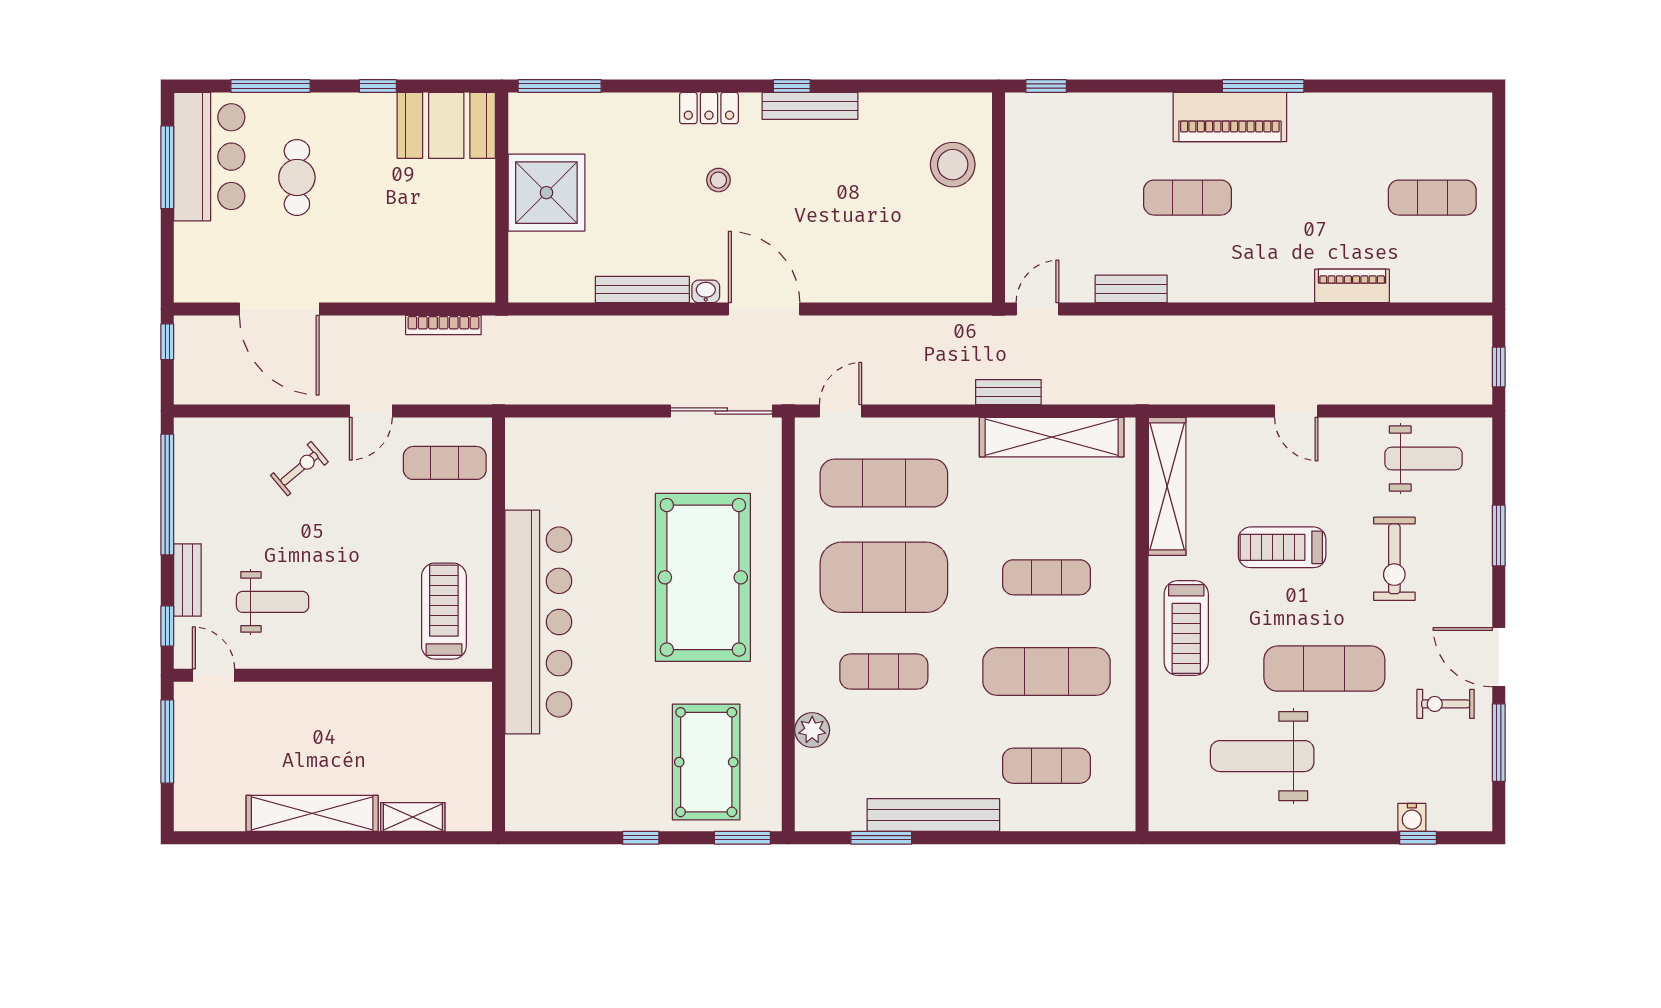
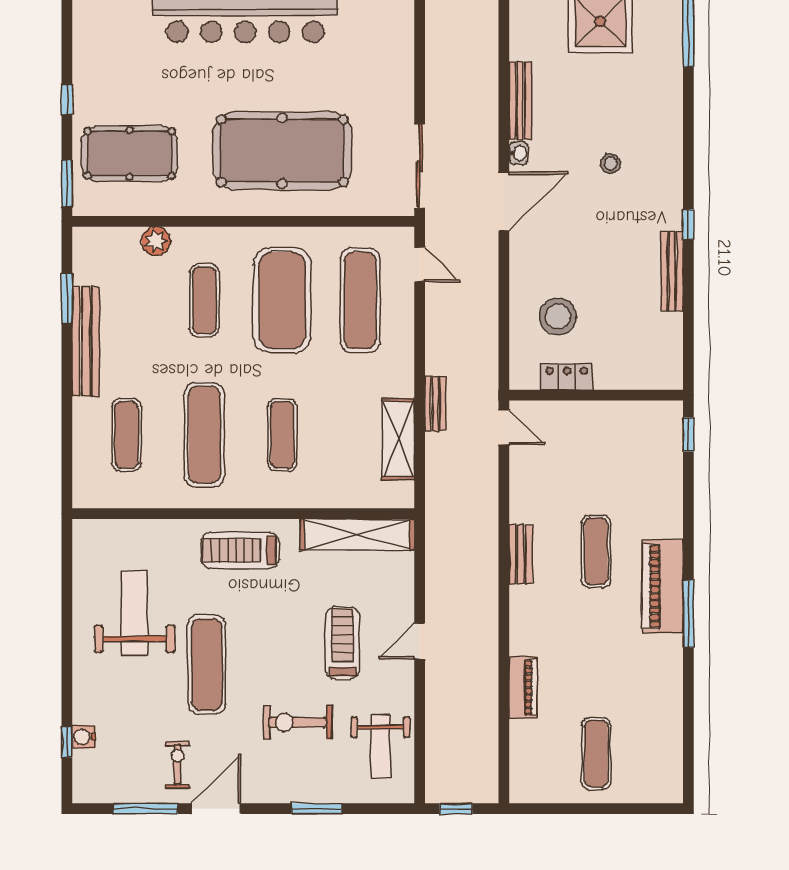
bench: (810, 106) -> (672, 271), moved
locker: (709, 108) -> (567, 377), moved, turned 90
stool: (953, 165) -> (558, 317), moved
bench: (1131, 289) -> (521, 554), moved
shelving: (1052, 437) -> (398, 439), width x0.68
treadmill: (1282, 547) -> (343, 643), moved

